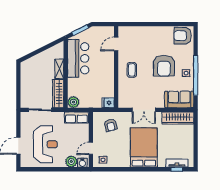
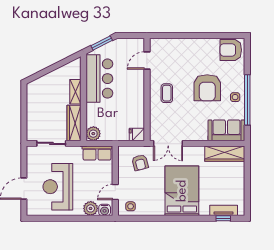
double door: (144, 110) -> (168, 143), moved
reception desk: (45, 144) -> (58, 187), turned 180

